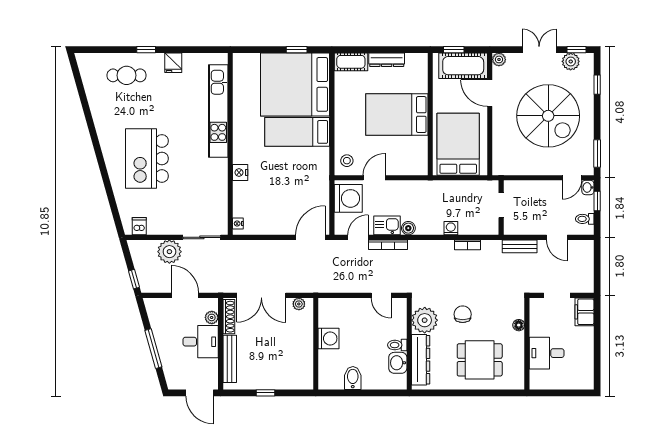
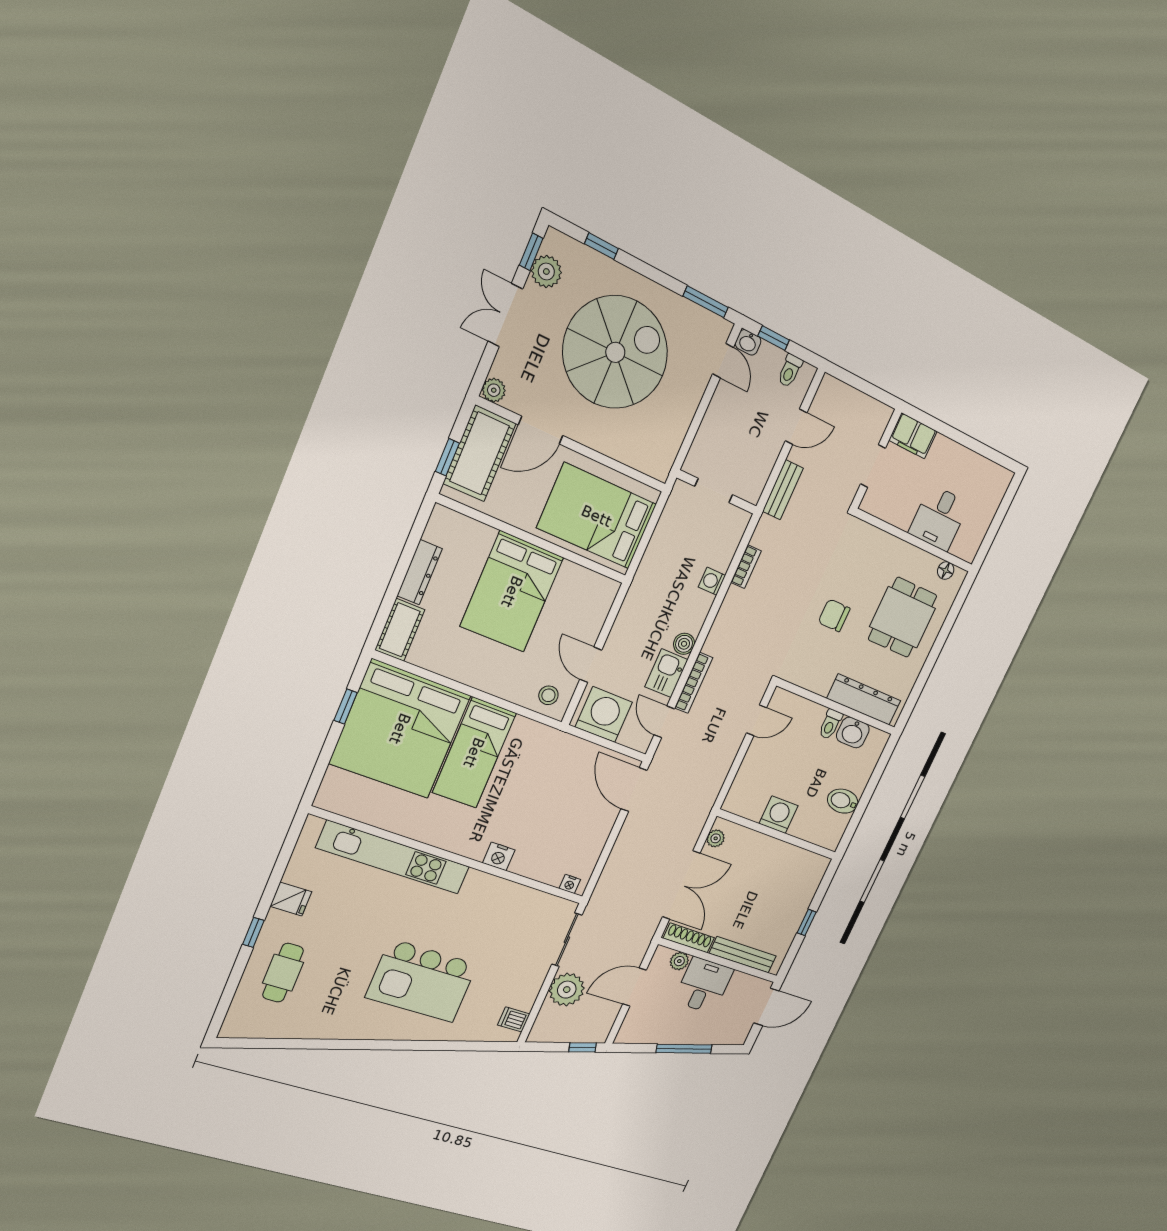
plant: (425, 320) -> (817, 673), removed
floor lamp: (519, 325) -> (946, 570), moved

